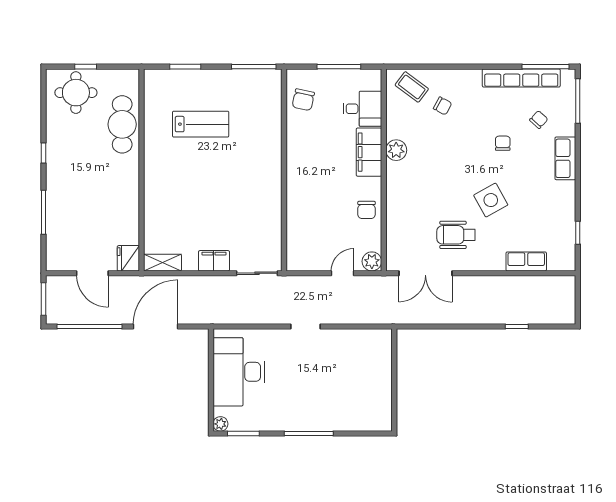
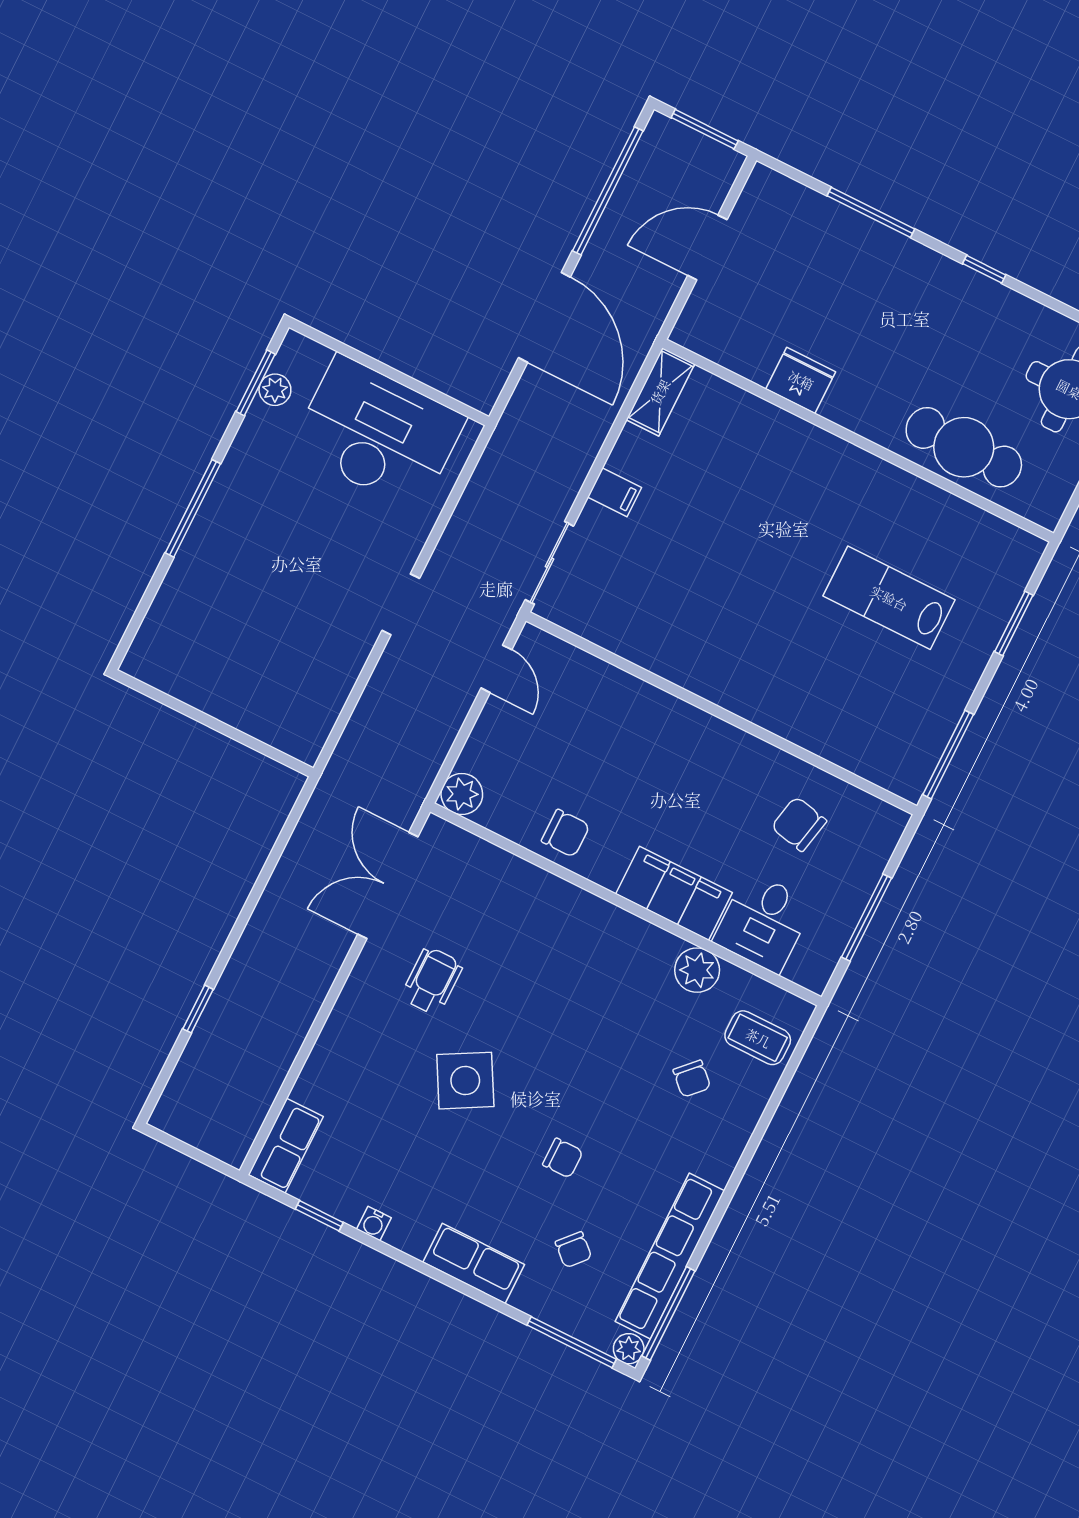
plant: (569, 76) -> (629, 1349), added
coffee table: (412, 87) -> (758, 1038), turned 53
chair: (303, 100) -> (799, 824), moved
chair: (443, 106) -> (692, 1079), turned -74
lab bench: (201, 124) -> (889, 598), turned 90
plant: (396, 150) -> (697, 970), moved
water cooler: (570, 208) -> (374, 1223), added
chair: (367, 210) -> (566, 833), turned 180
wheelchair: (456, 235) -> (432, 981), width x0.73, depth x0.73
fridge: (128, 258) -> (801, 380), moved
filing cabinet: (214, 261) -> (614, 492), width x0.50
row of seats: (526, 261) -> (286, 1146), moved
door: (343, 273) -> (496, 669), moved
plant: (220, 424) -> (275, 390), moved

